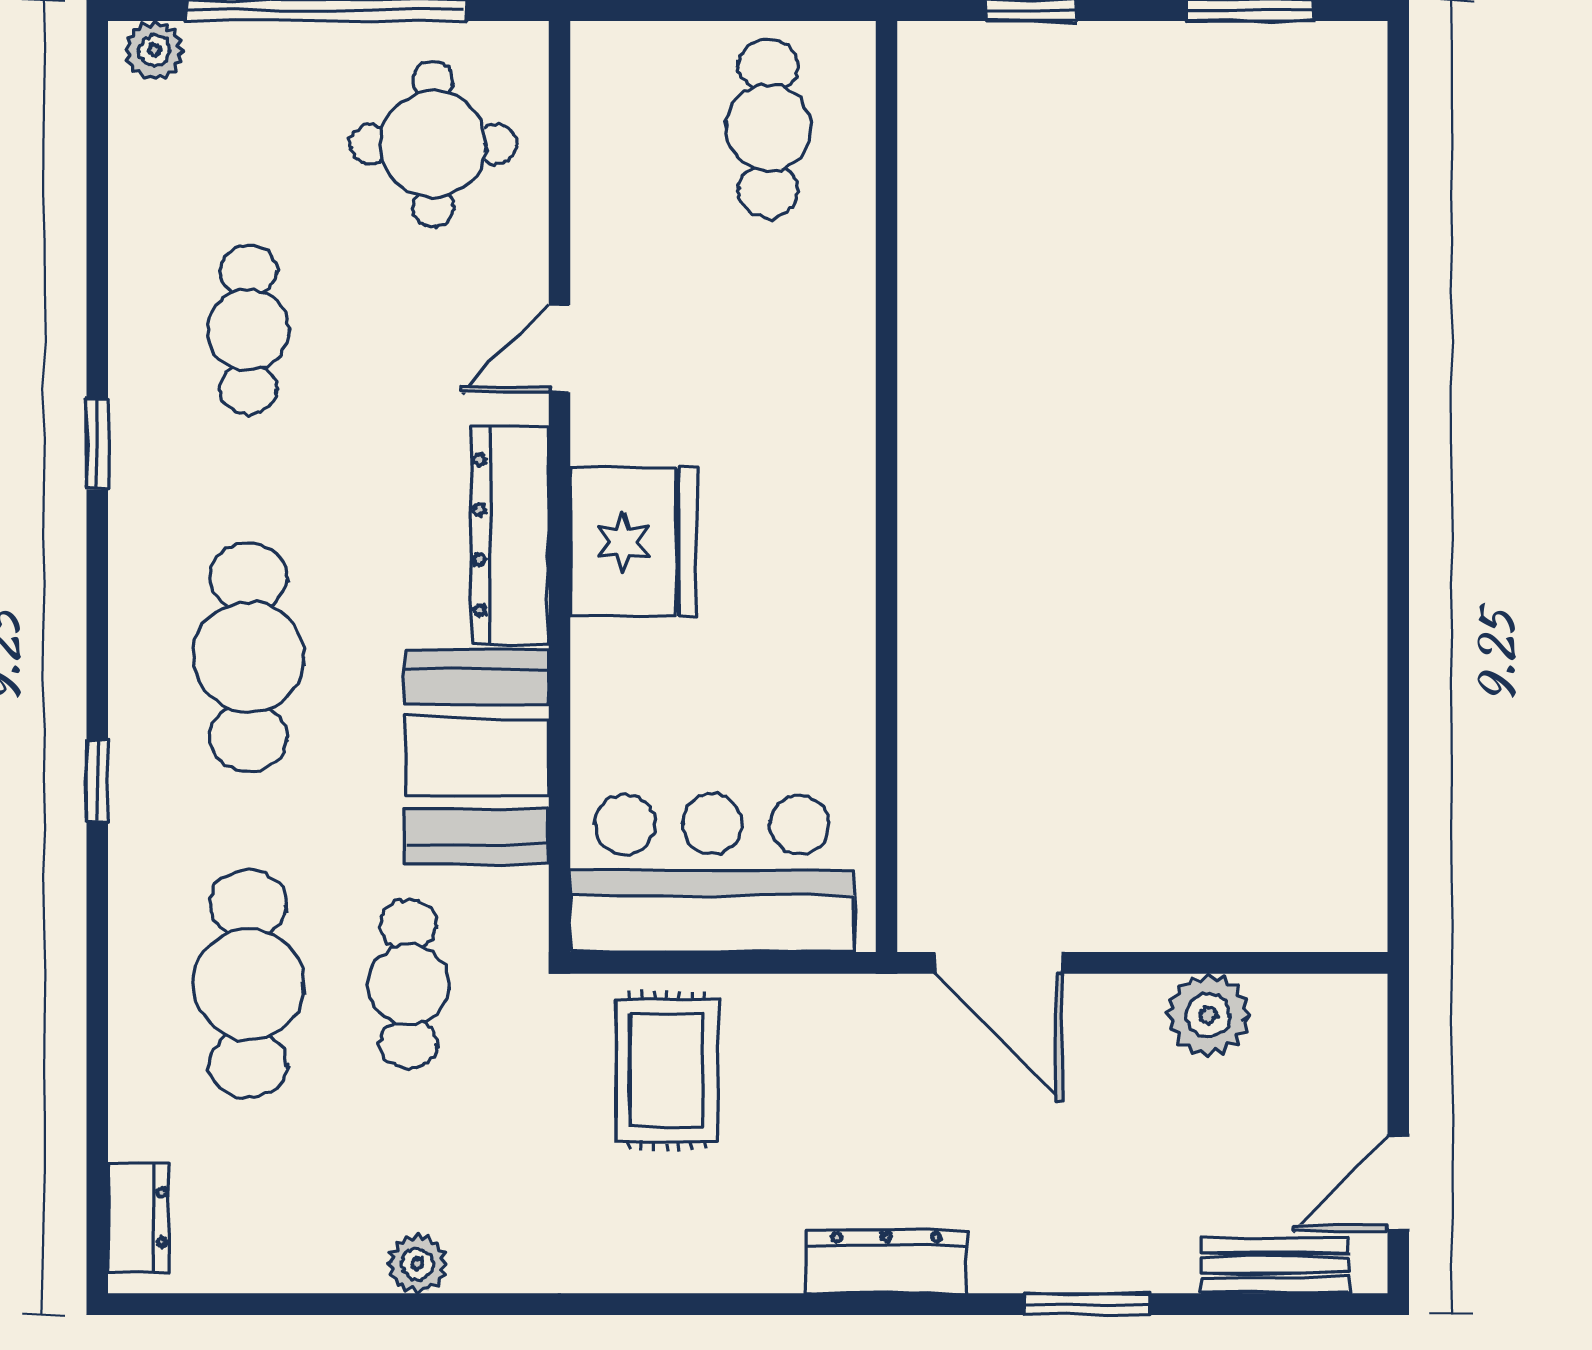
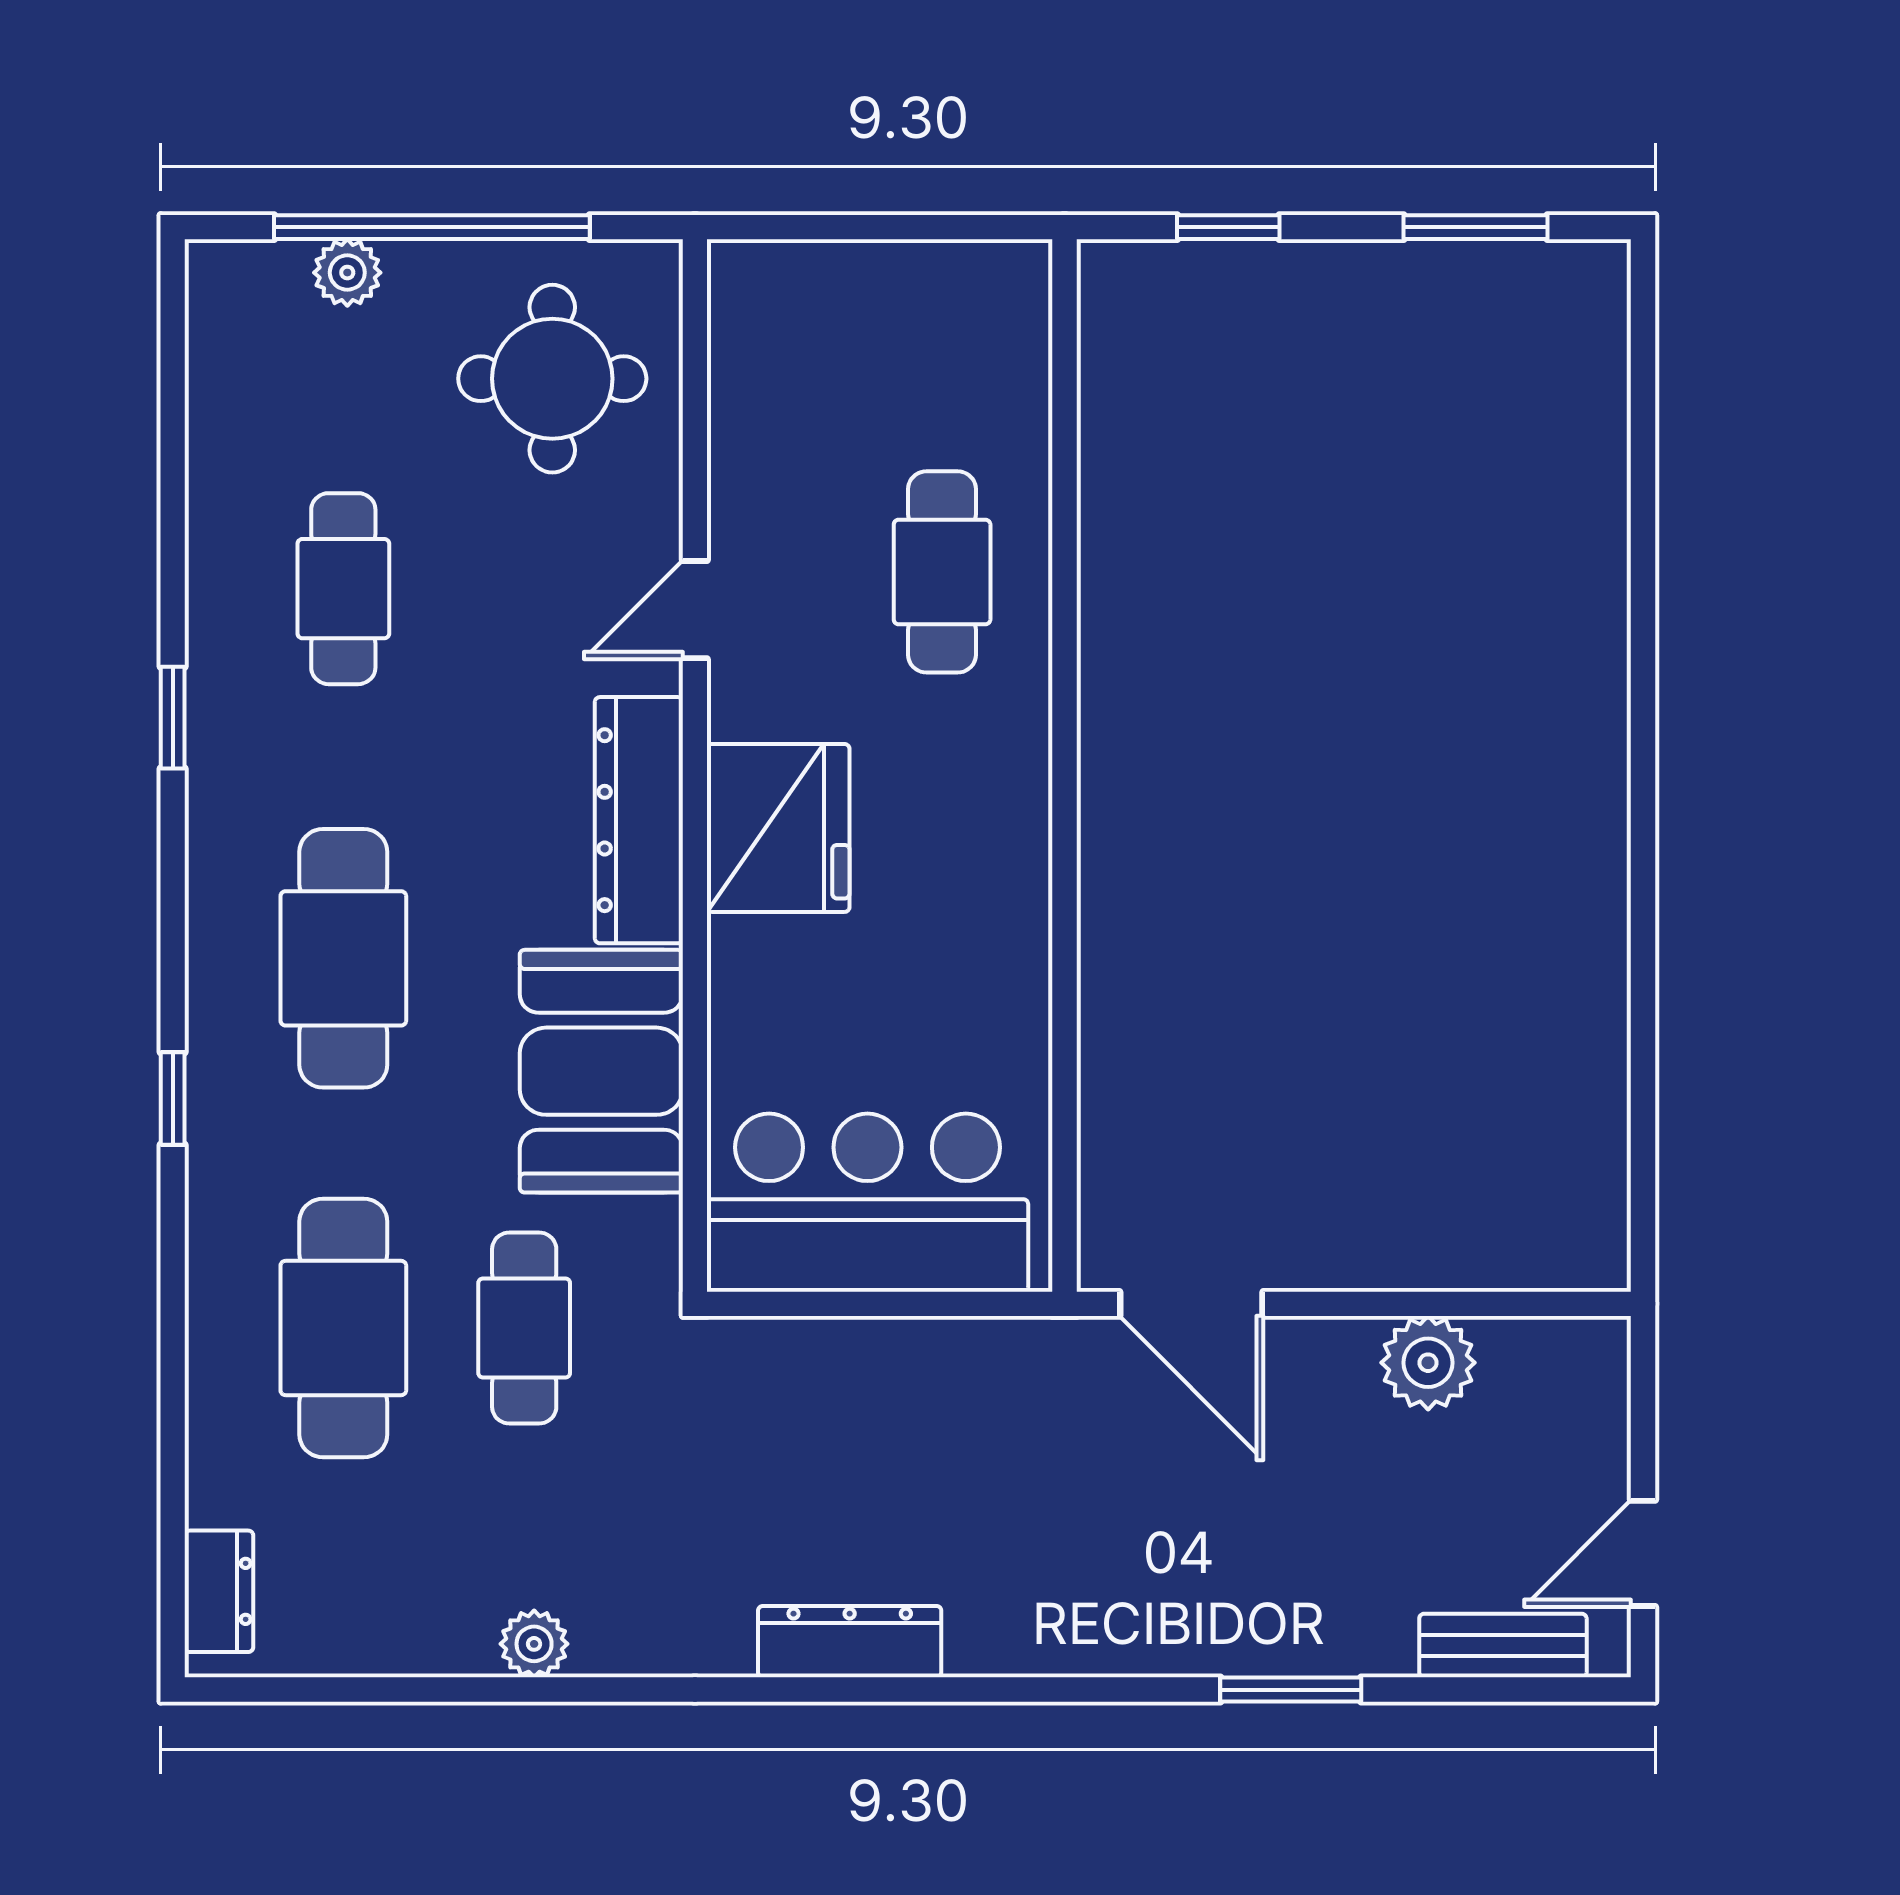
plant: (154, 50) -> (347, 273), moved
cafe table: (768, 128) -> (942, 572), moved
rug: (667, 1070) -> (816, 1425), removed
dresser: (887, 1262) -> (850, 1642), moved

